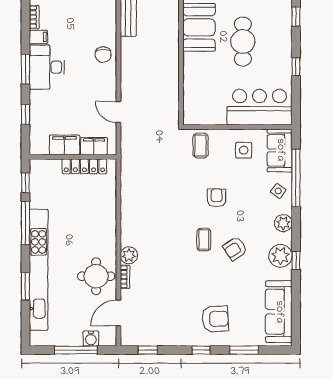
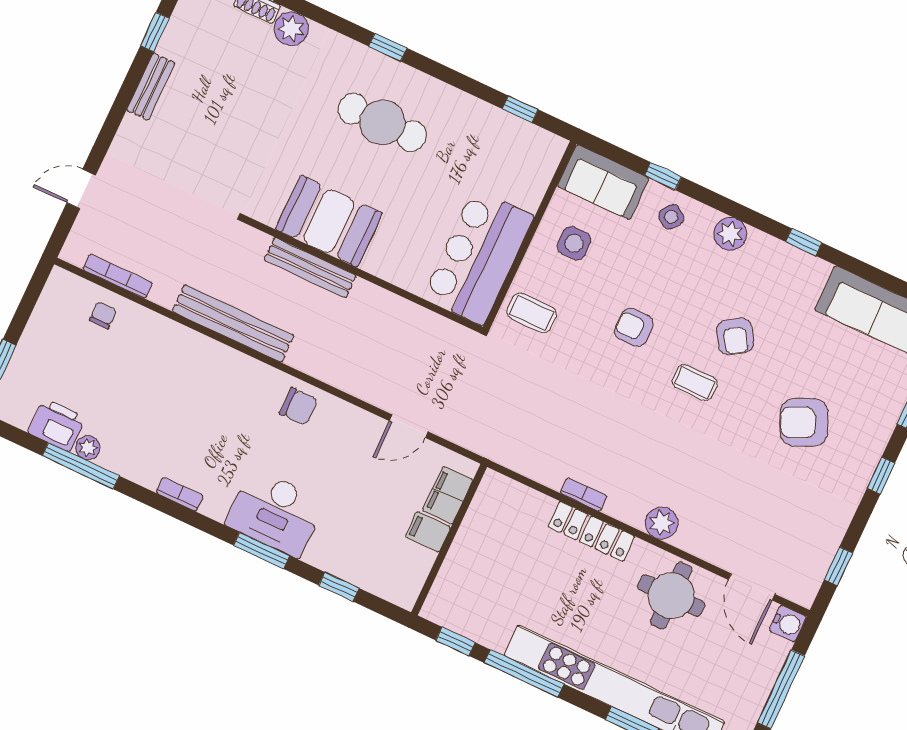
bench: (172, 29) -> (310, 268), added
filing cabinet: (38, 37) -> (217, 503), removed
cafe table: (243, 42) -> (382, 122), moved
window: (296, 67) -> (520, 109), moved
bar counter: (260, 107) -> (478, 257), moved
filing cabinet: (64, 145) -> (428, 532), width x0.50
locker: (84, 166) -> (591, 531), moved, turned 90
window: (296, 178) -> (663, 176), width x0.32
plant: (280, 256) -> (784, 265), removed
bookcase: (125, 277) -> (584, 494), moved
armchair: (215, 319) -> (804, 422), moved, turned -112
water cooler: (91, 339) -> (788, 624), moved

